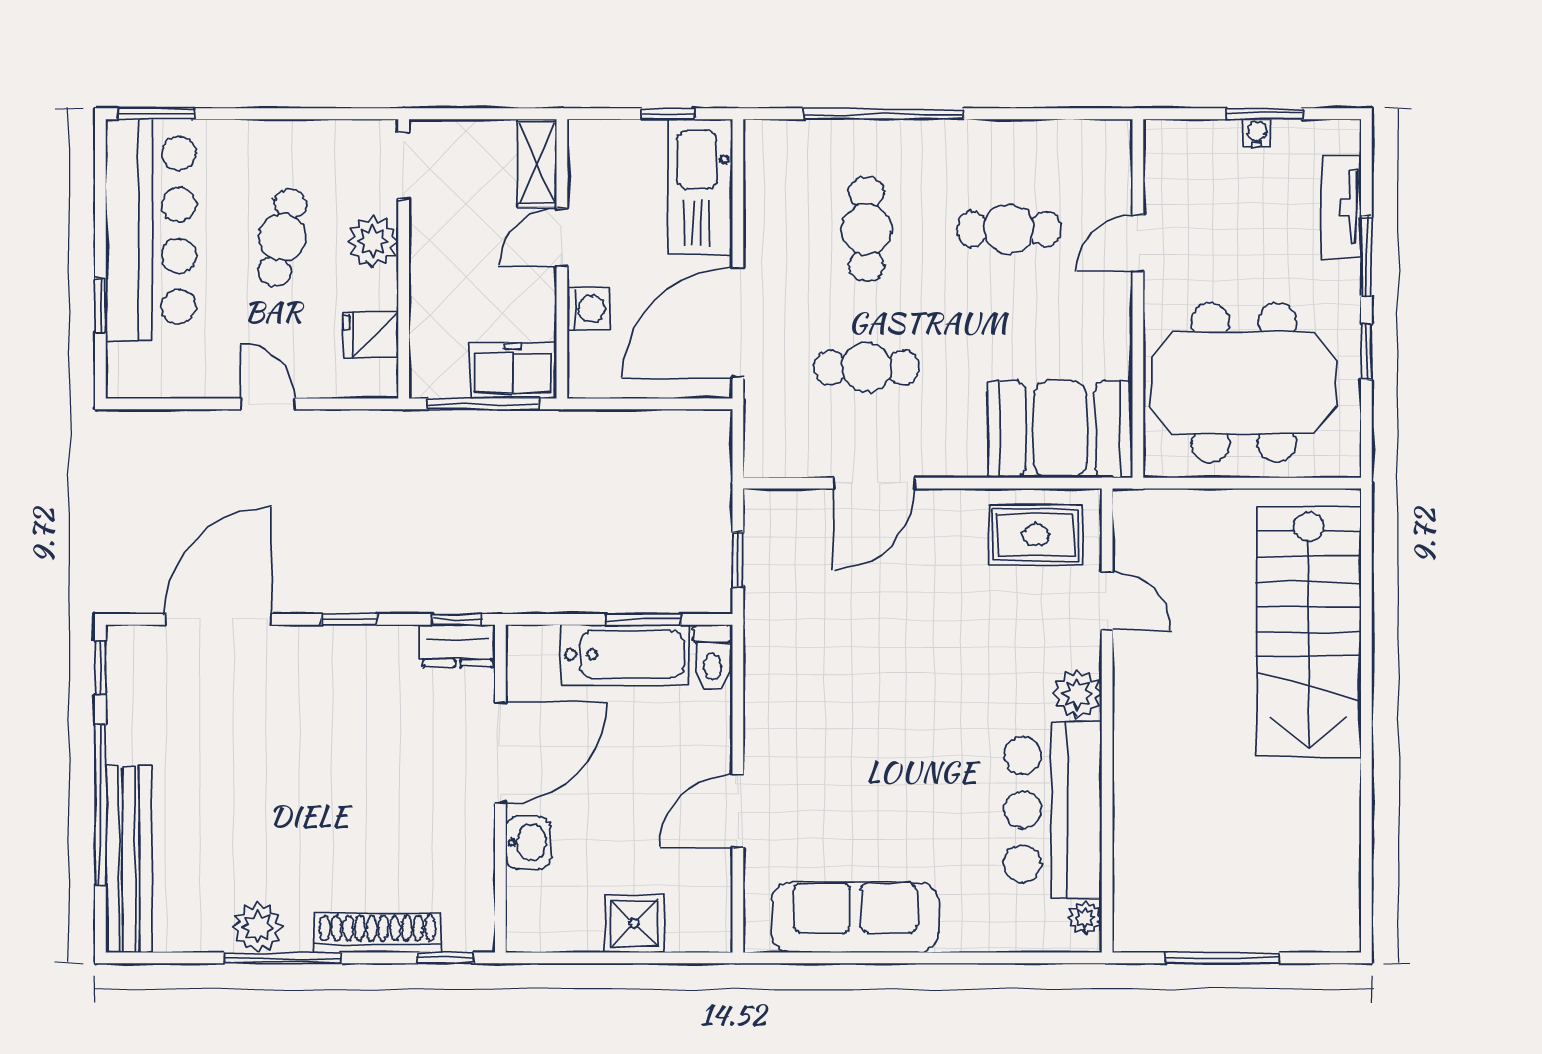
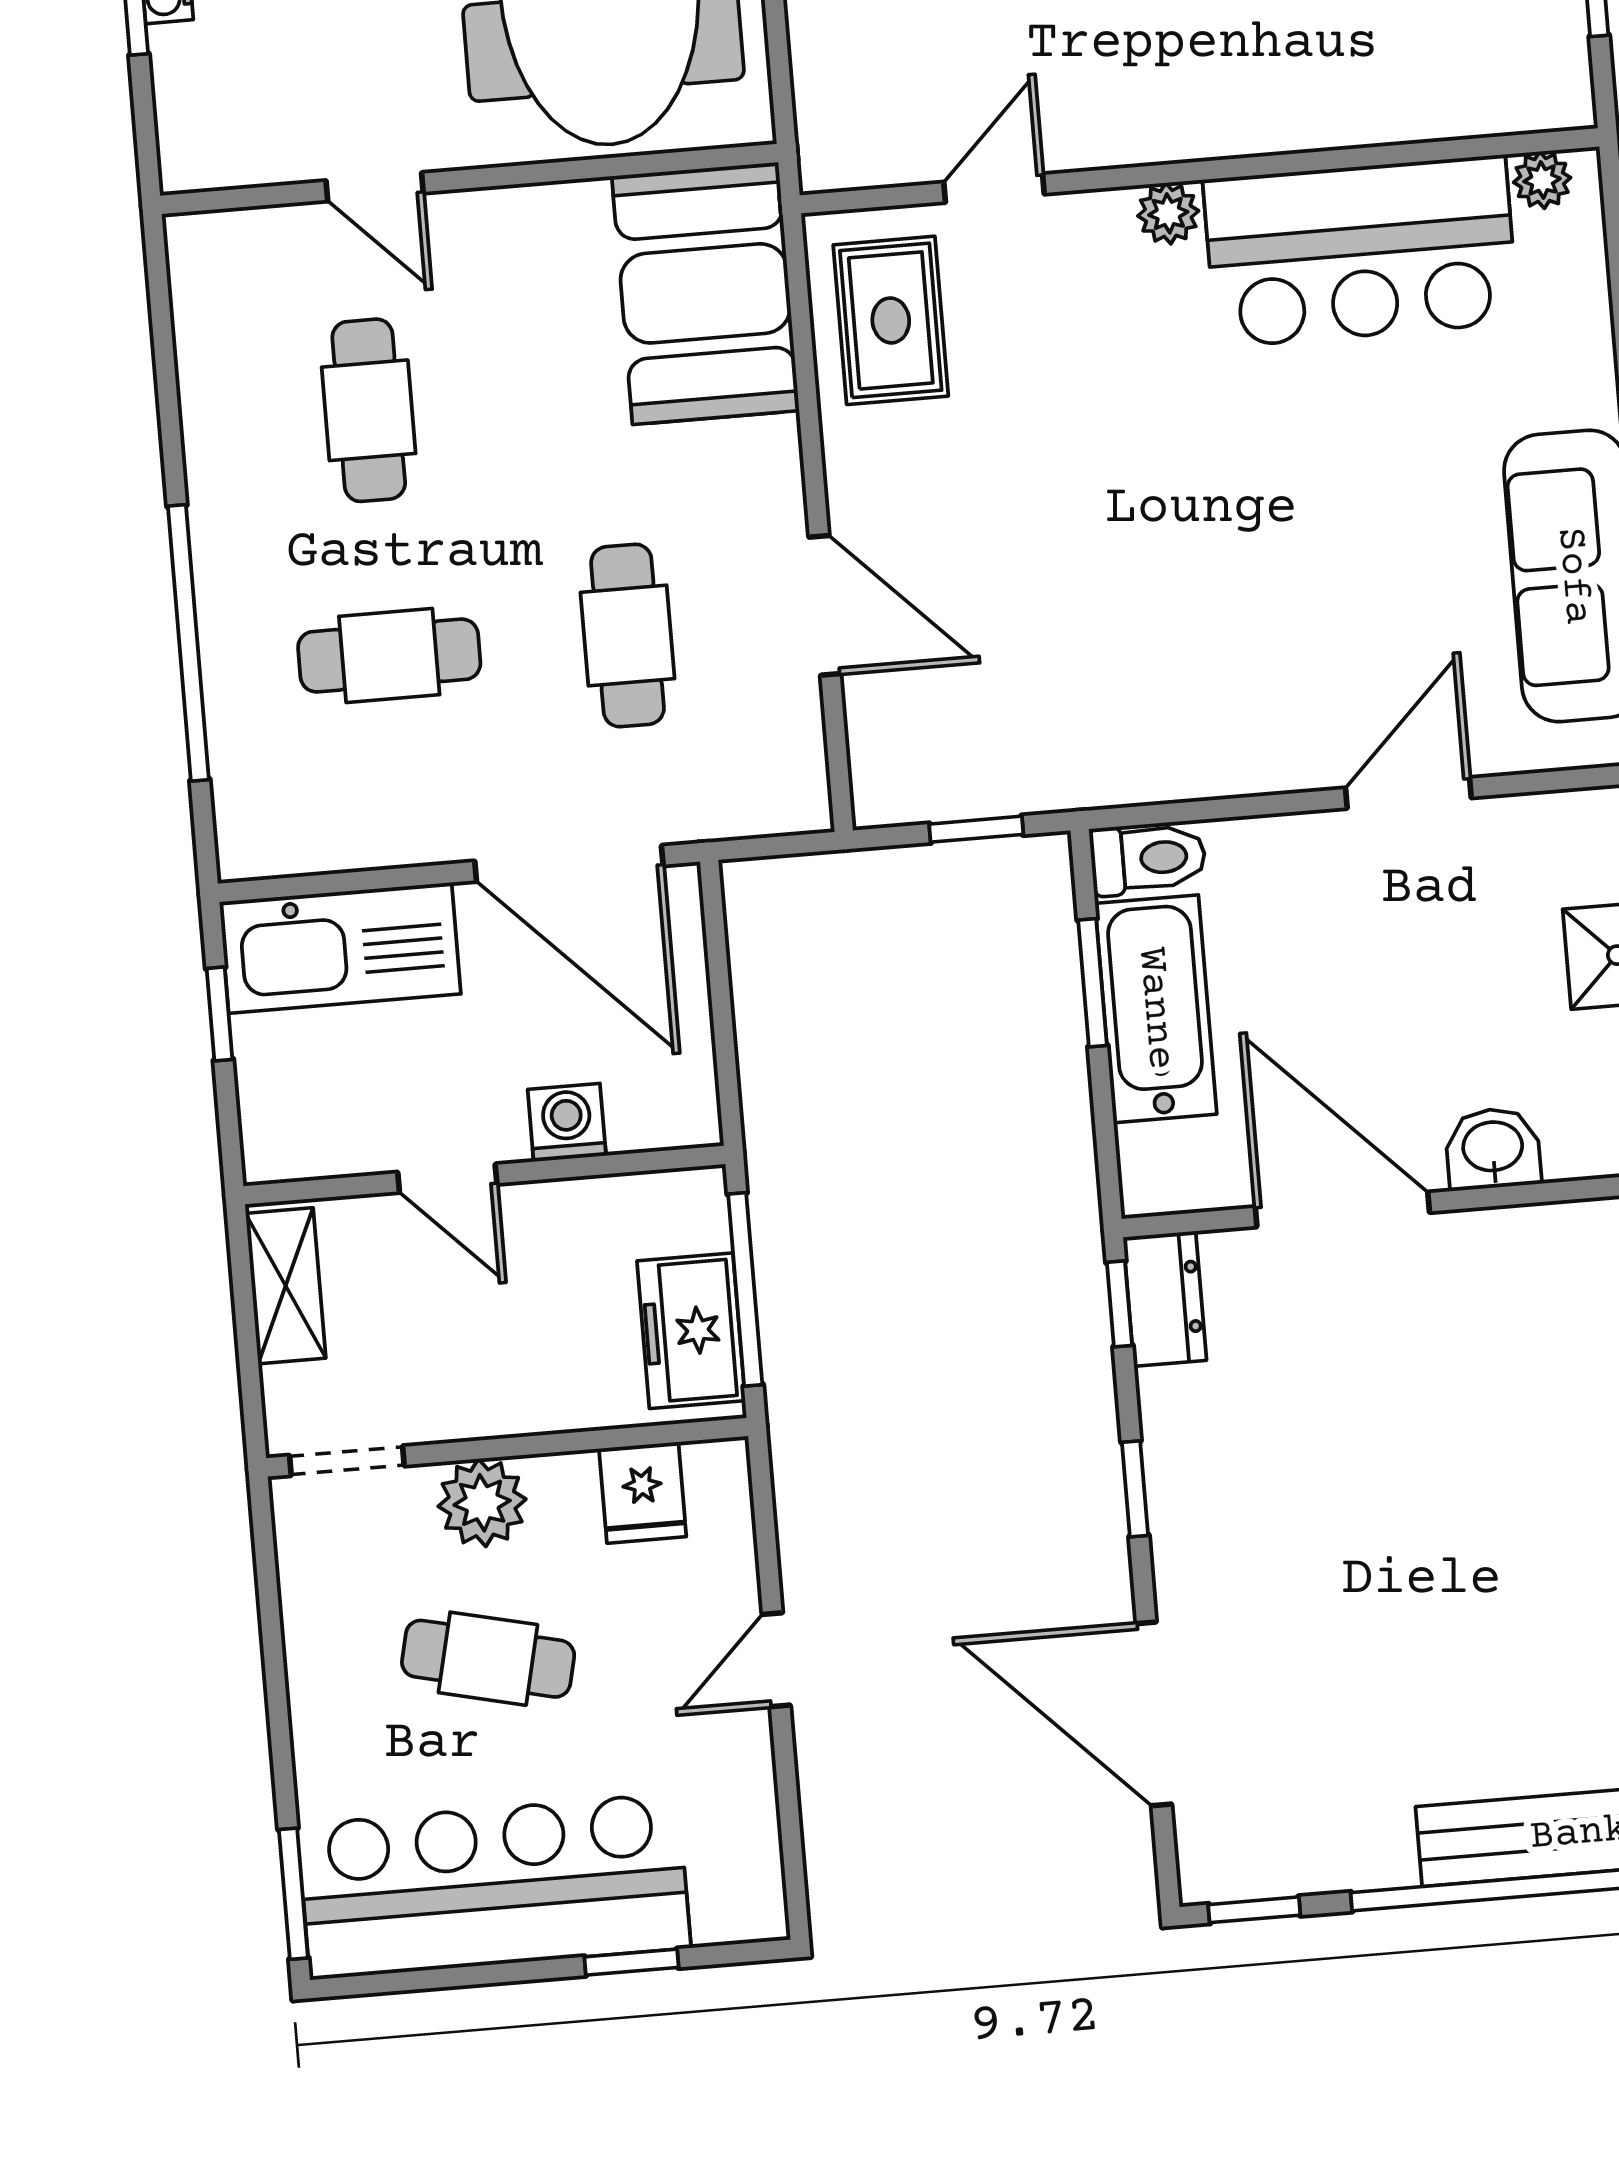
shelving: (537, 163) -> (286, 1286), moved, turned 90
freezer: (513, 371) -> (691, 1331), moved
plant: (1077, 694) -> (1168, 213), width x0.73, depth x0.73
door: (738, 811) -> (1408, 793), swing flipped

